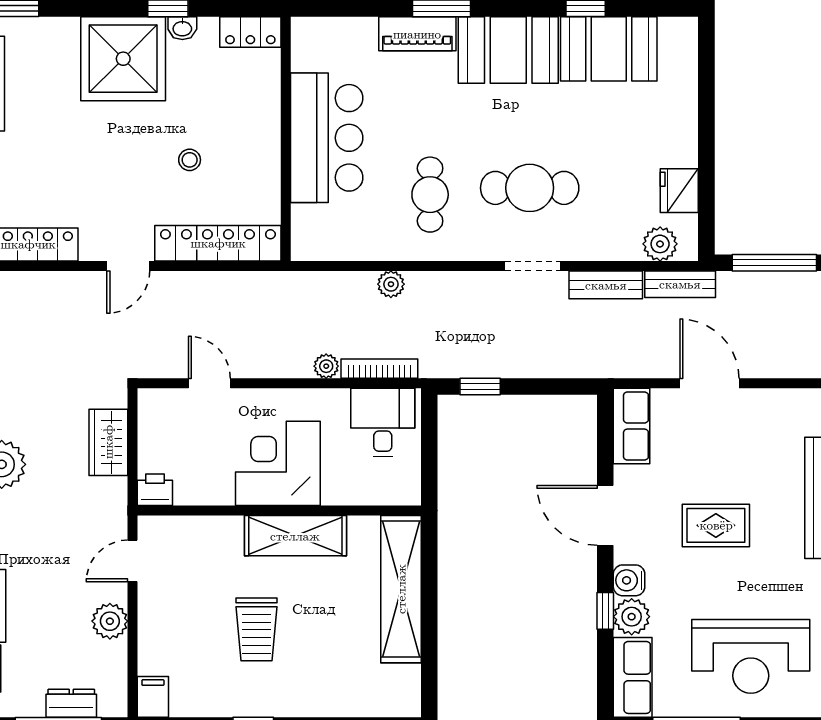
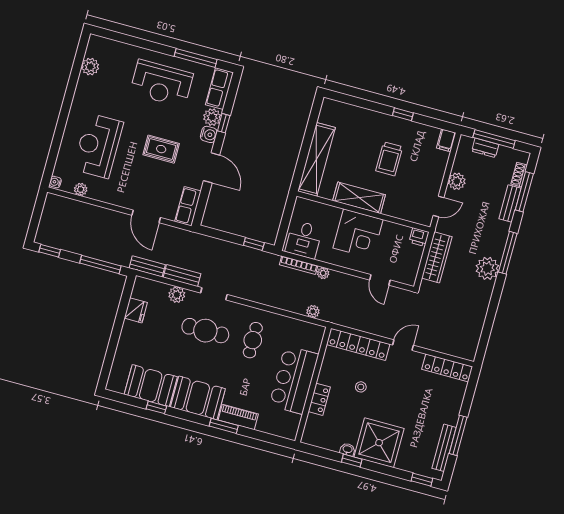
locker: (250, 32) -> (319, 399), moved, turned 90
plant: (660, 244) -> (177, 295), moved
plant: (391, 284) -> (313, 311), moved
wardrobe: (108, 442) -> (437, 257), width x1.50
trolley: (257, 629) -> (389, 159), turned 180
reception desk: (751, 656) -> (161, 83), turned 180

